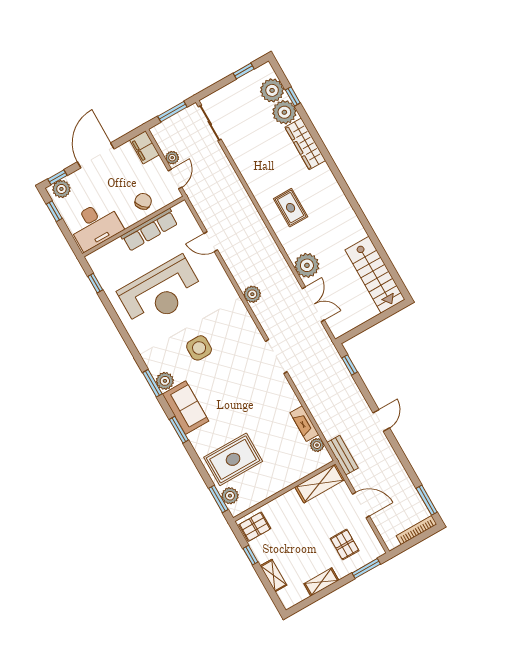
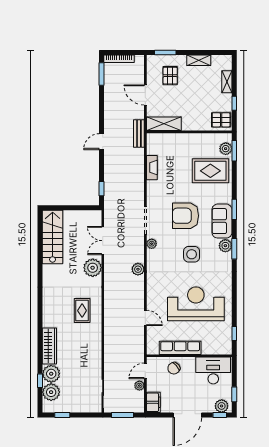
armchair: (232, 389) -> (185, 216), added
plant: (317, 445) -> (152, 244), moved

